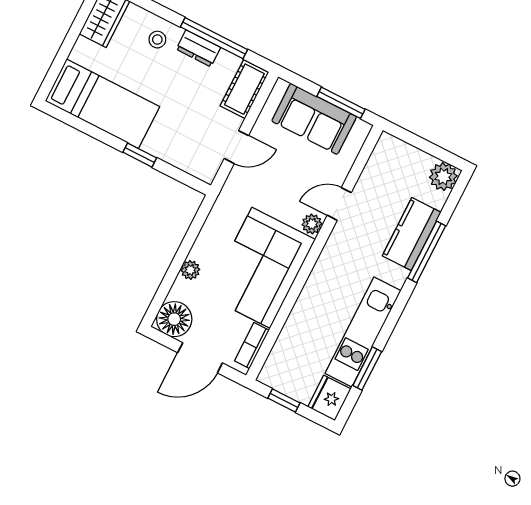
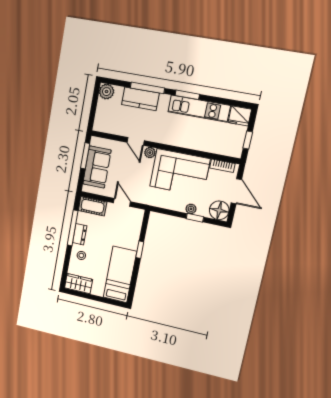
window: (172, 273) -> (195, 218), added
window: (367, 369) -> (187, 95), moved

